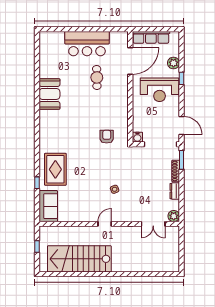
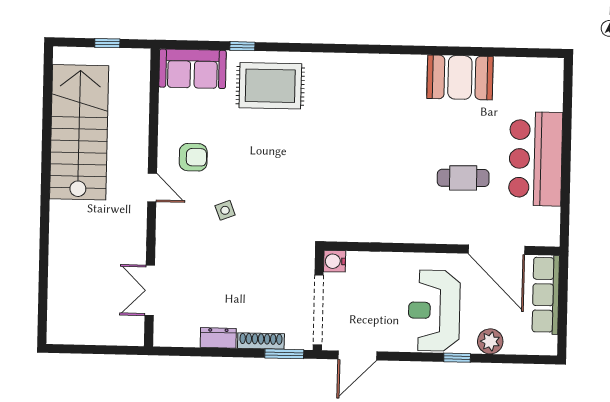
booth: (49, 94) -> (460, 77), moved
armchair: (107, 137) -> (193, 157), moved
plant: (174, 216) -> (165, 335), removed

